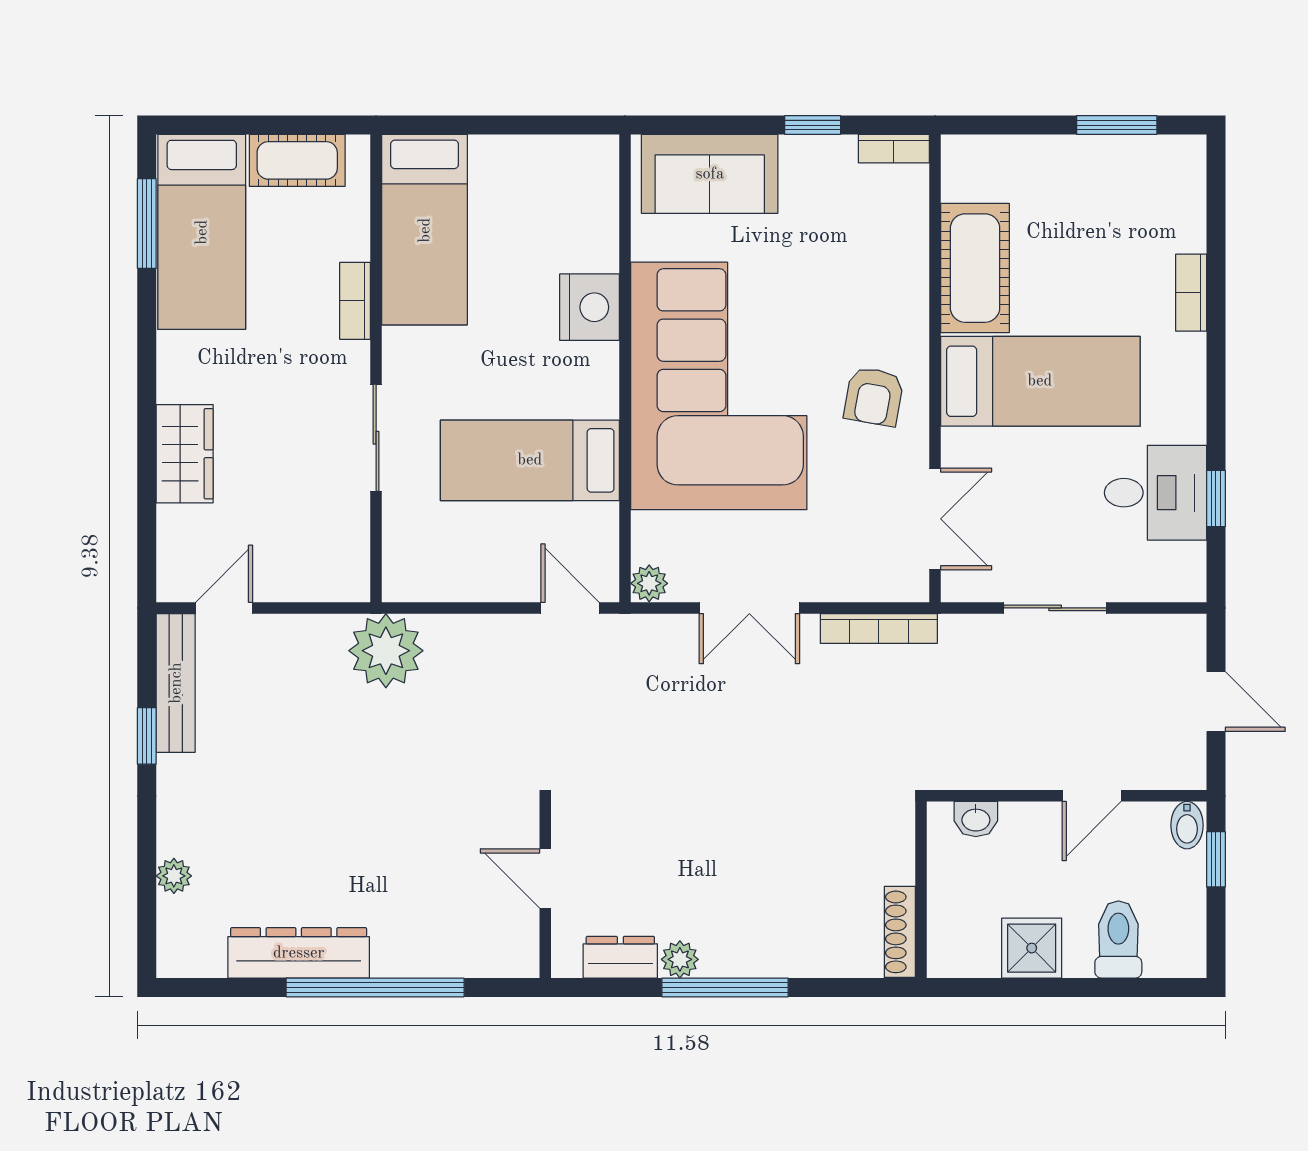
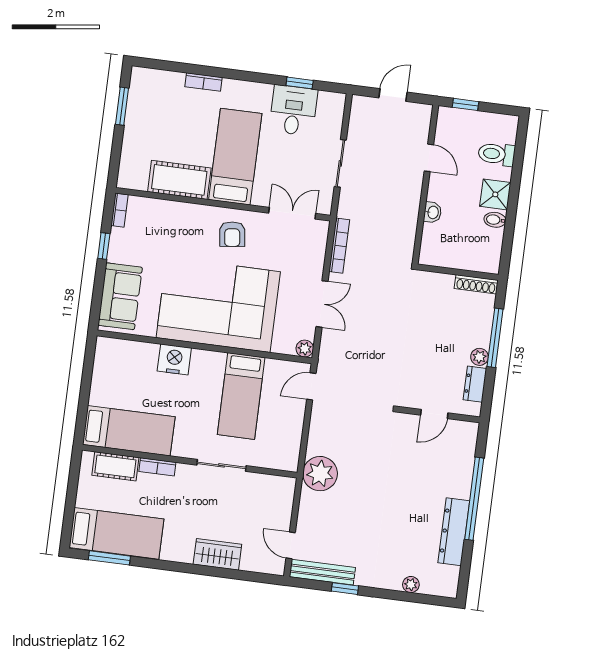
cot: (297, 160) -> (115, 466), moved, turned 90
armchair: (874, 396) -> (232, 234), turned 73
bidet: (1187, 825) -> (495, 220), moved, turned 180
wall: (921, 890) -> (458, 272), moved
shoe rack: (900, 932) -> (476, 284), moved

